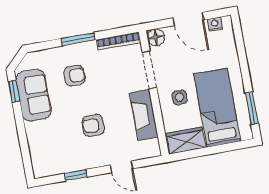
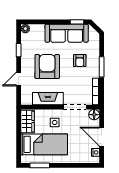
door: (188, 19) -> (102, 137), hinge flipped
sofa: (33, 95) -> (67, 33), width x1.36
armchair: (93, 125) -> (47, 67), width x1.88, depth x1.88
plant: (40, 171) -> (25, 29), added

